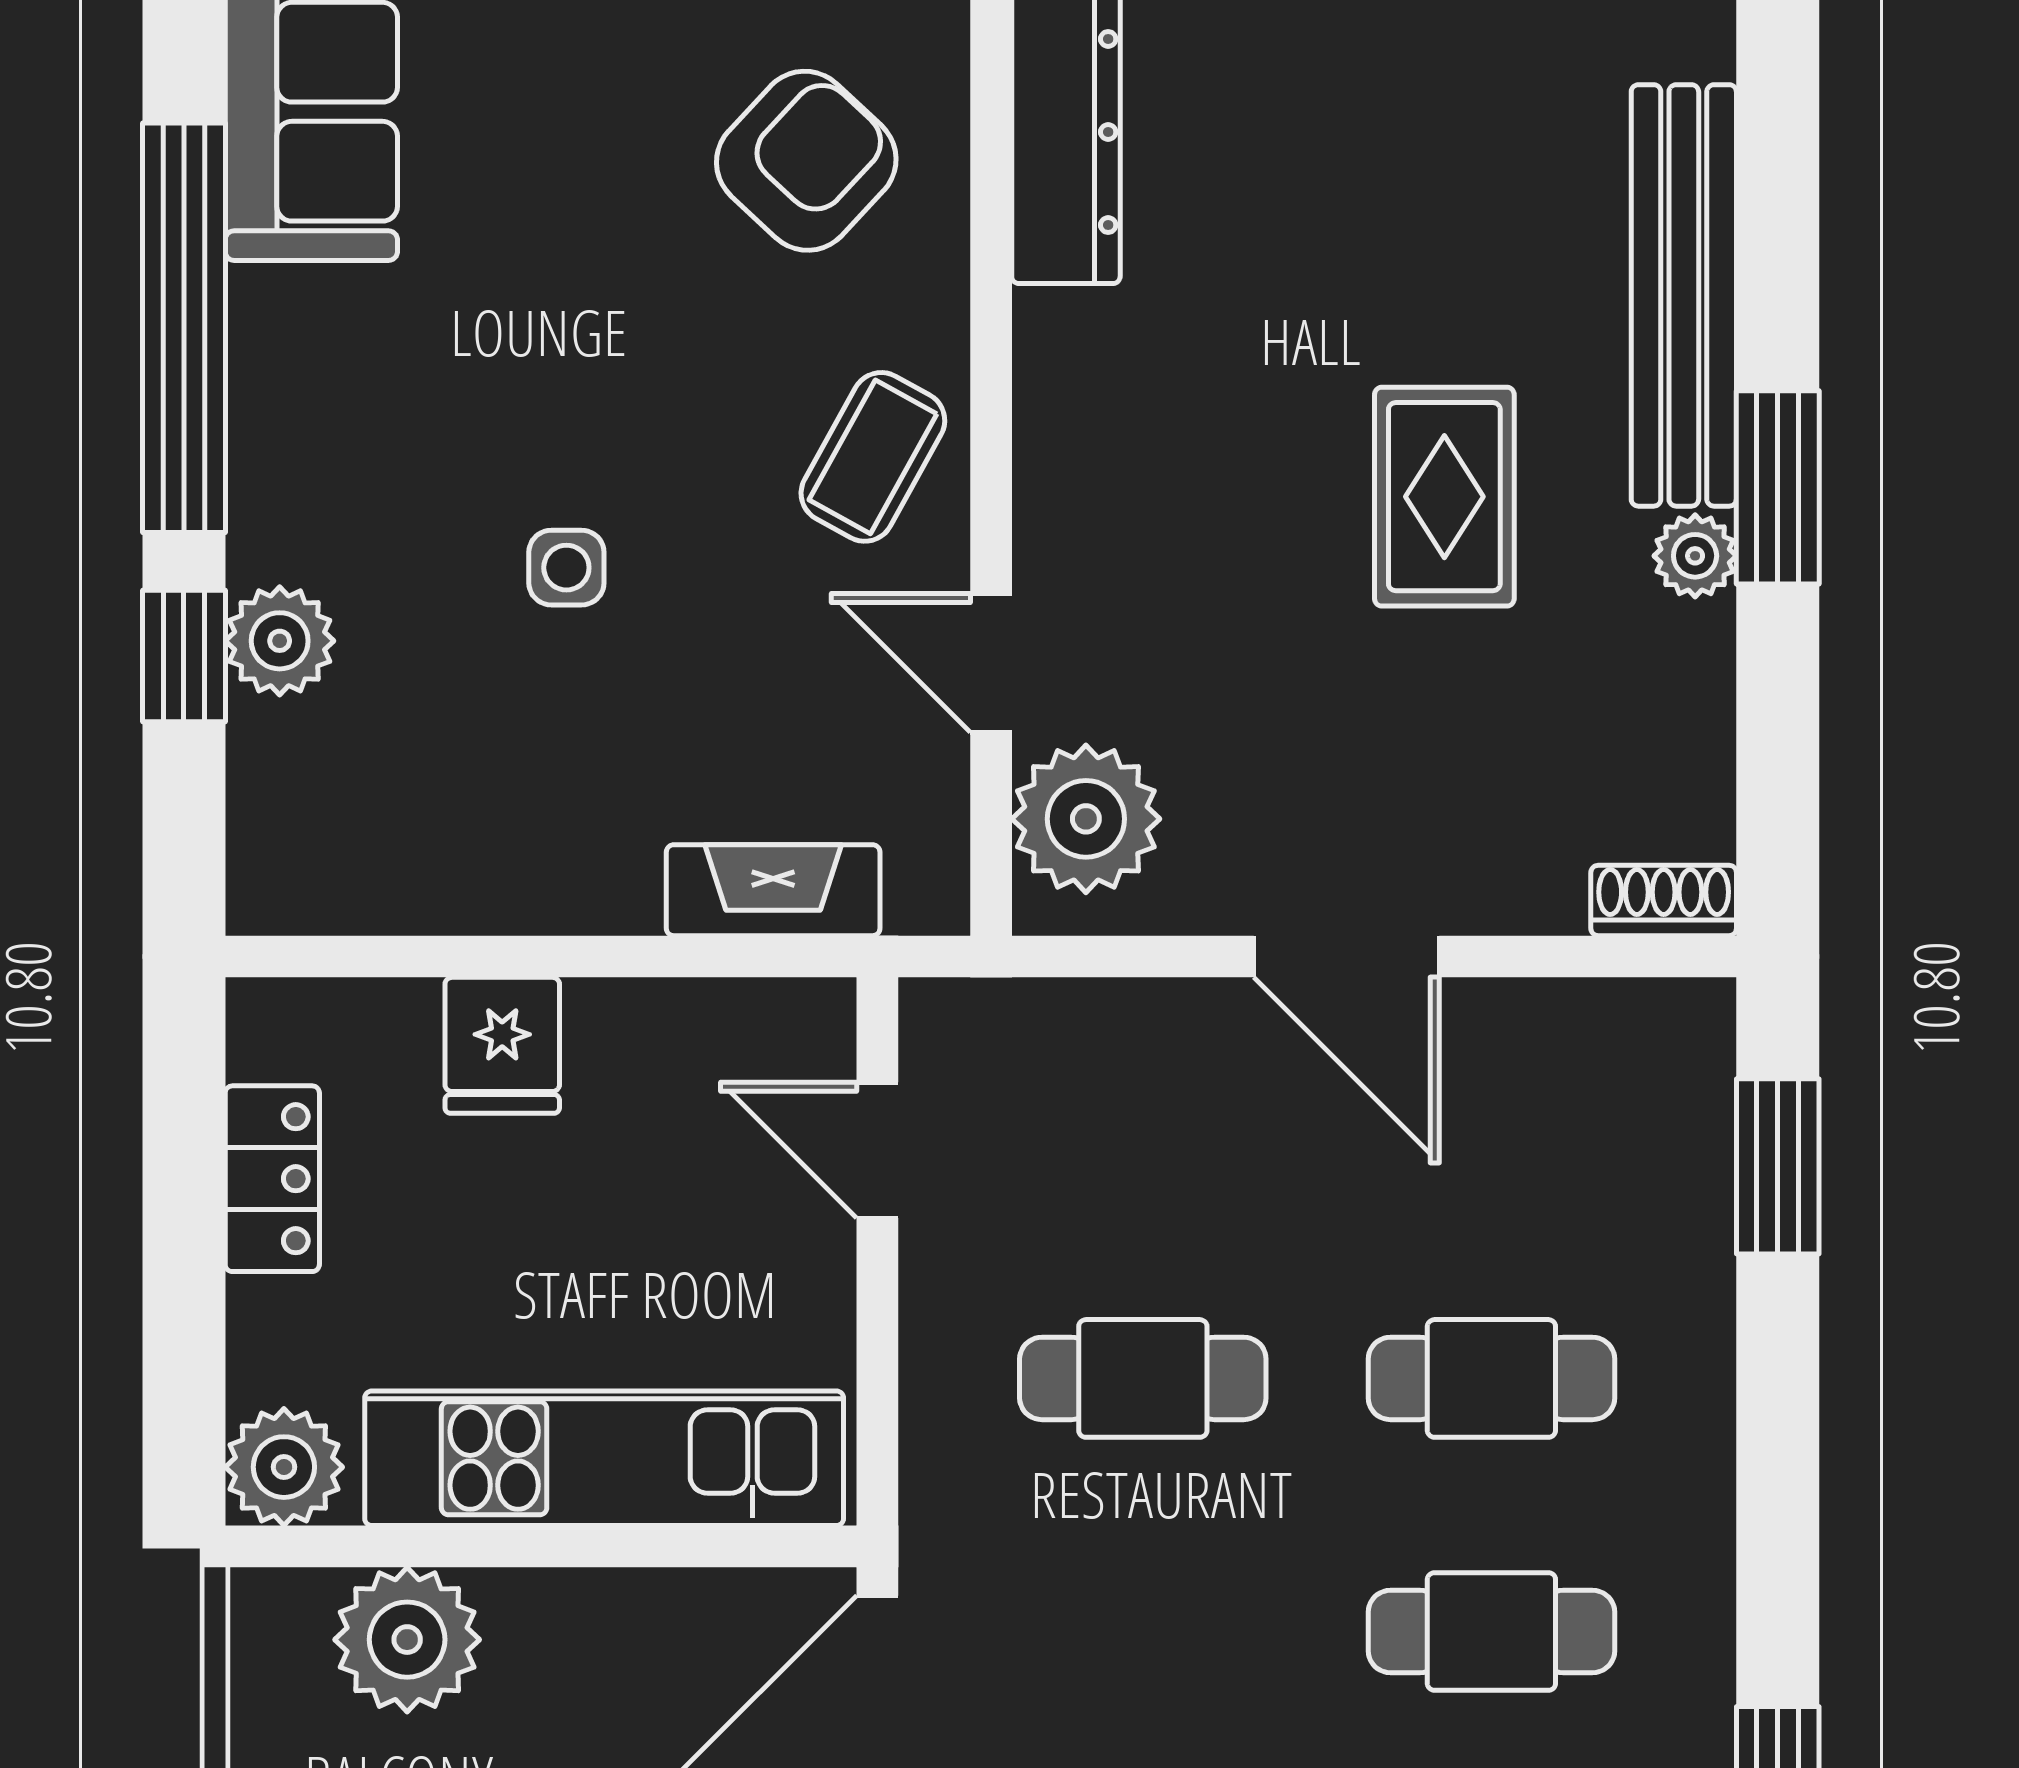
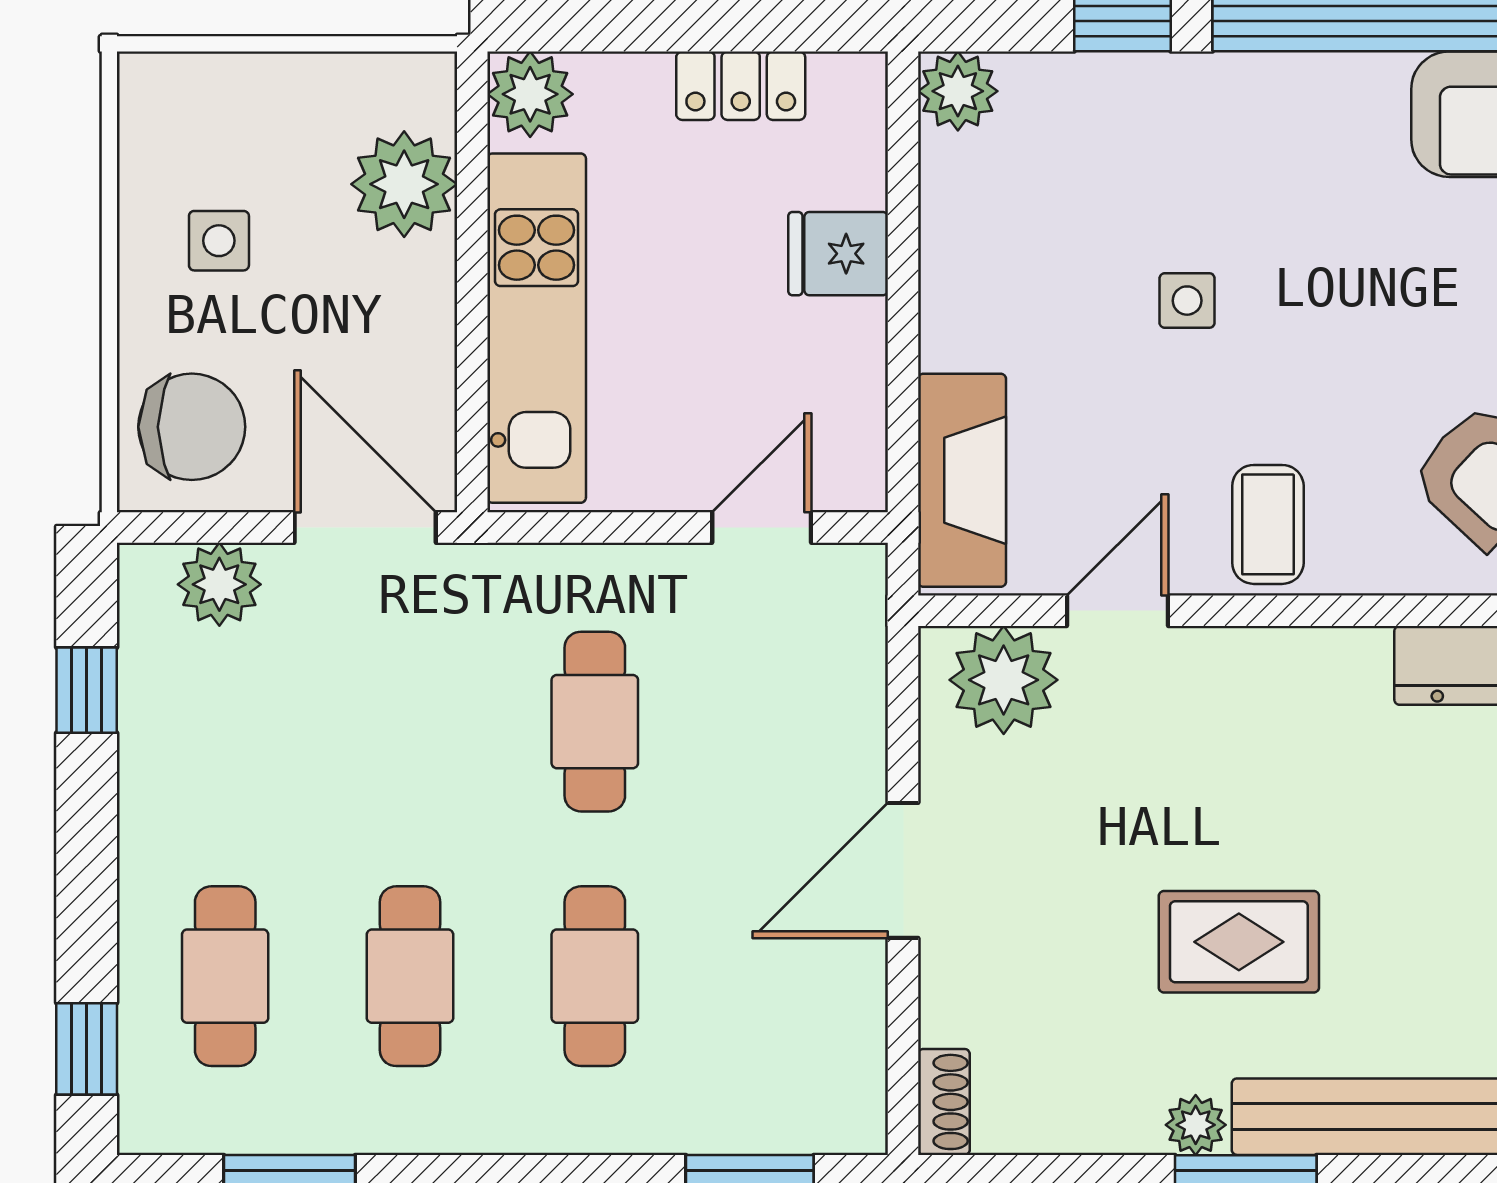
coffee table: (873, 457) -> (1268, 524), turned 61
plant: (280, 641) -> (958, 91), moved
fireplace: (773, 890) -> (962, 480), width x1.37, depth x1.32

